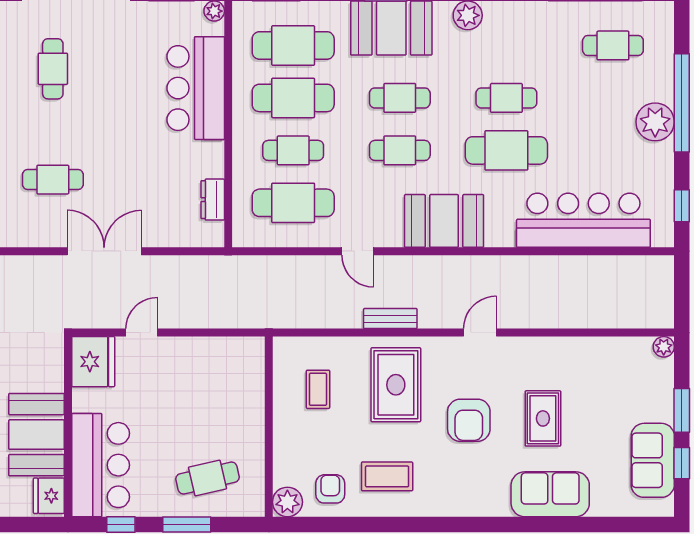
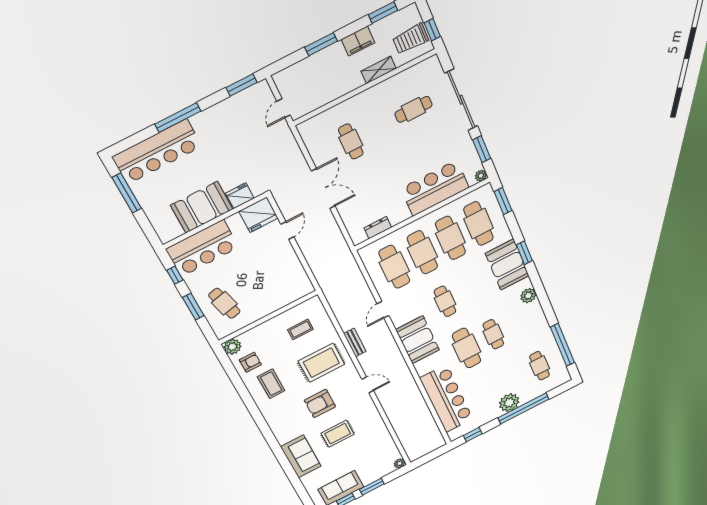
cafe table: (400, 98) -> (472, 287), removed
cafe table: (293, 150) -> (422, 252), width x1.37, depth x1.35
door: (142, 333) -> (287, 230), hinge flipped
fridge: (49, 496) -> (240, 196), moved

